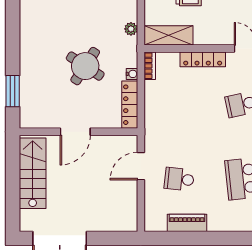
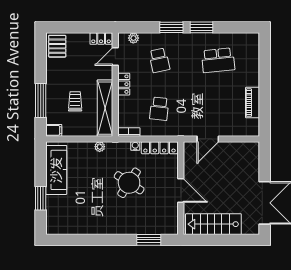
shelving: (169, 35) -> (105, 108), width x1.47
locker: (203, 59) -> (124, 84), width x0.66
door: (141, 166) -> (208, 139), hinge flipped
school desk: (179, 179) -> (159, 109), moved

